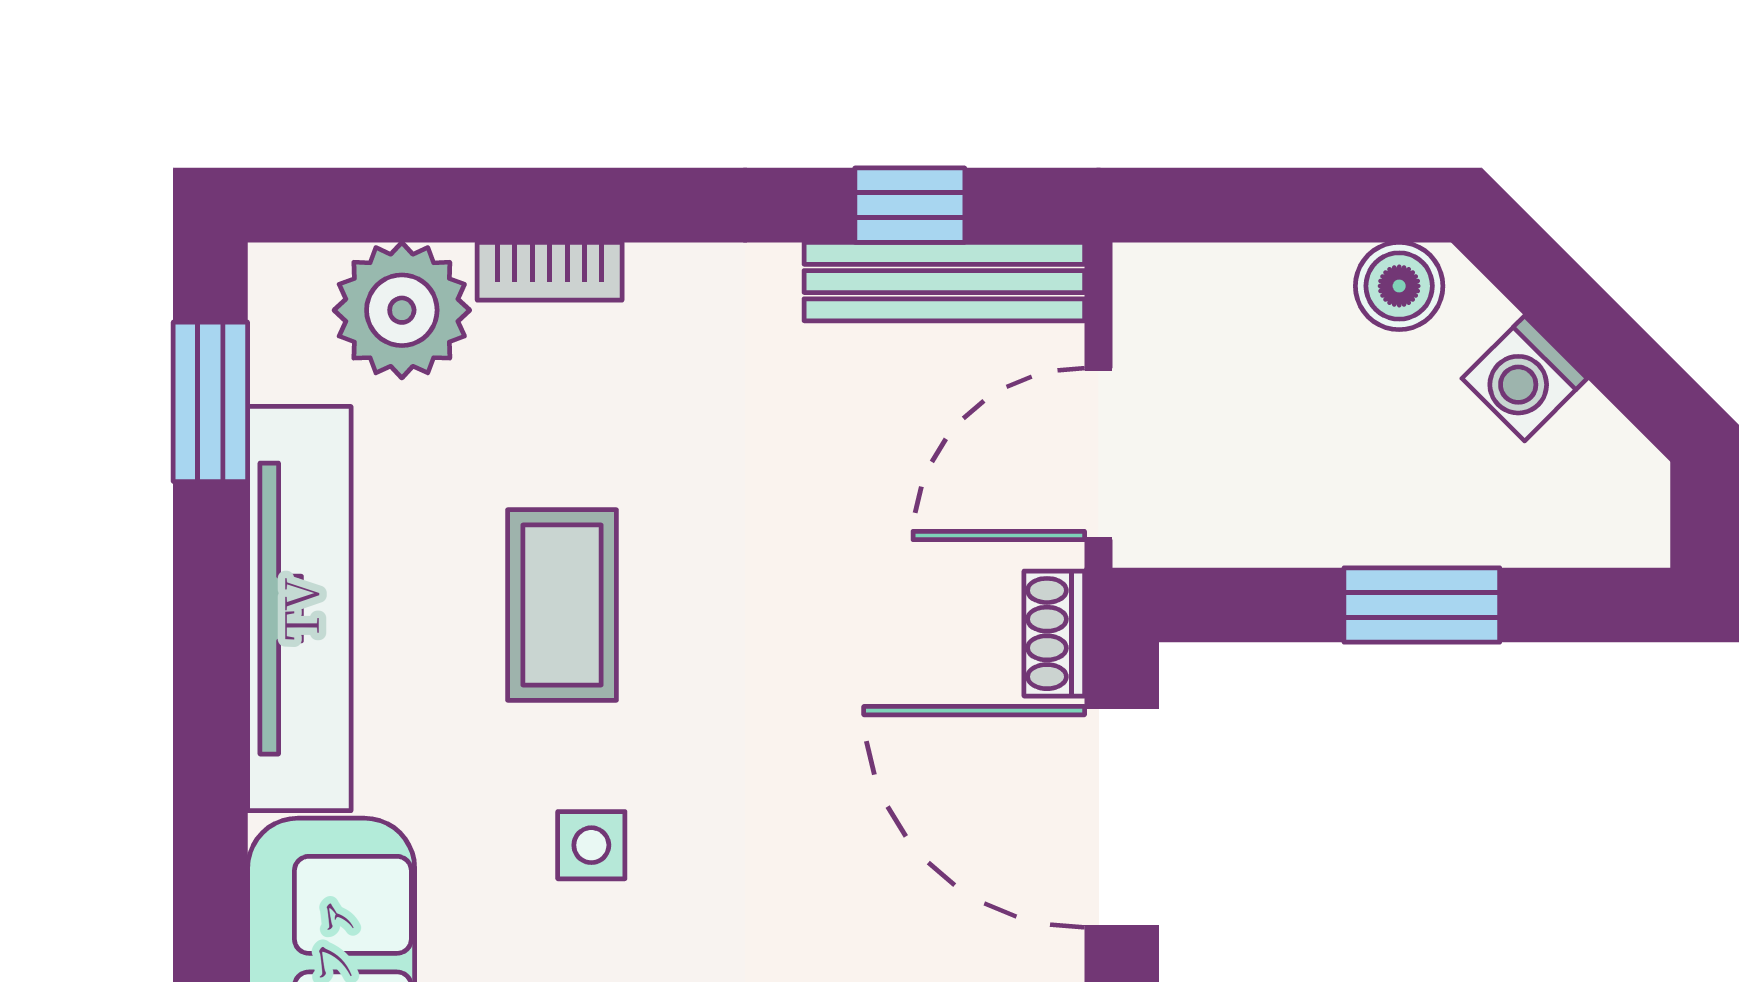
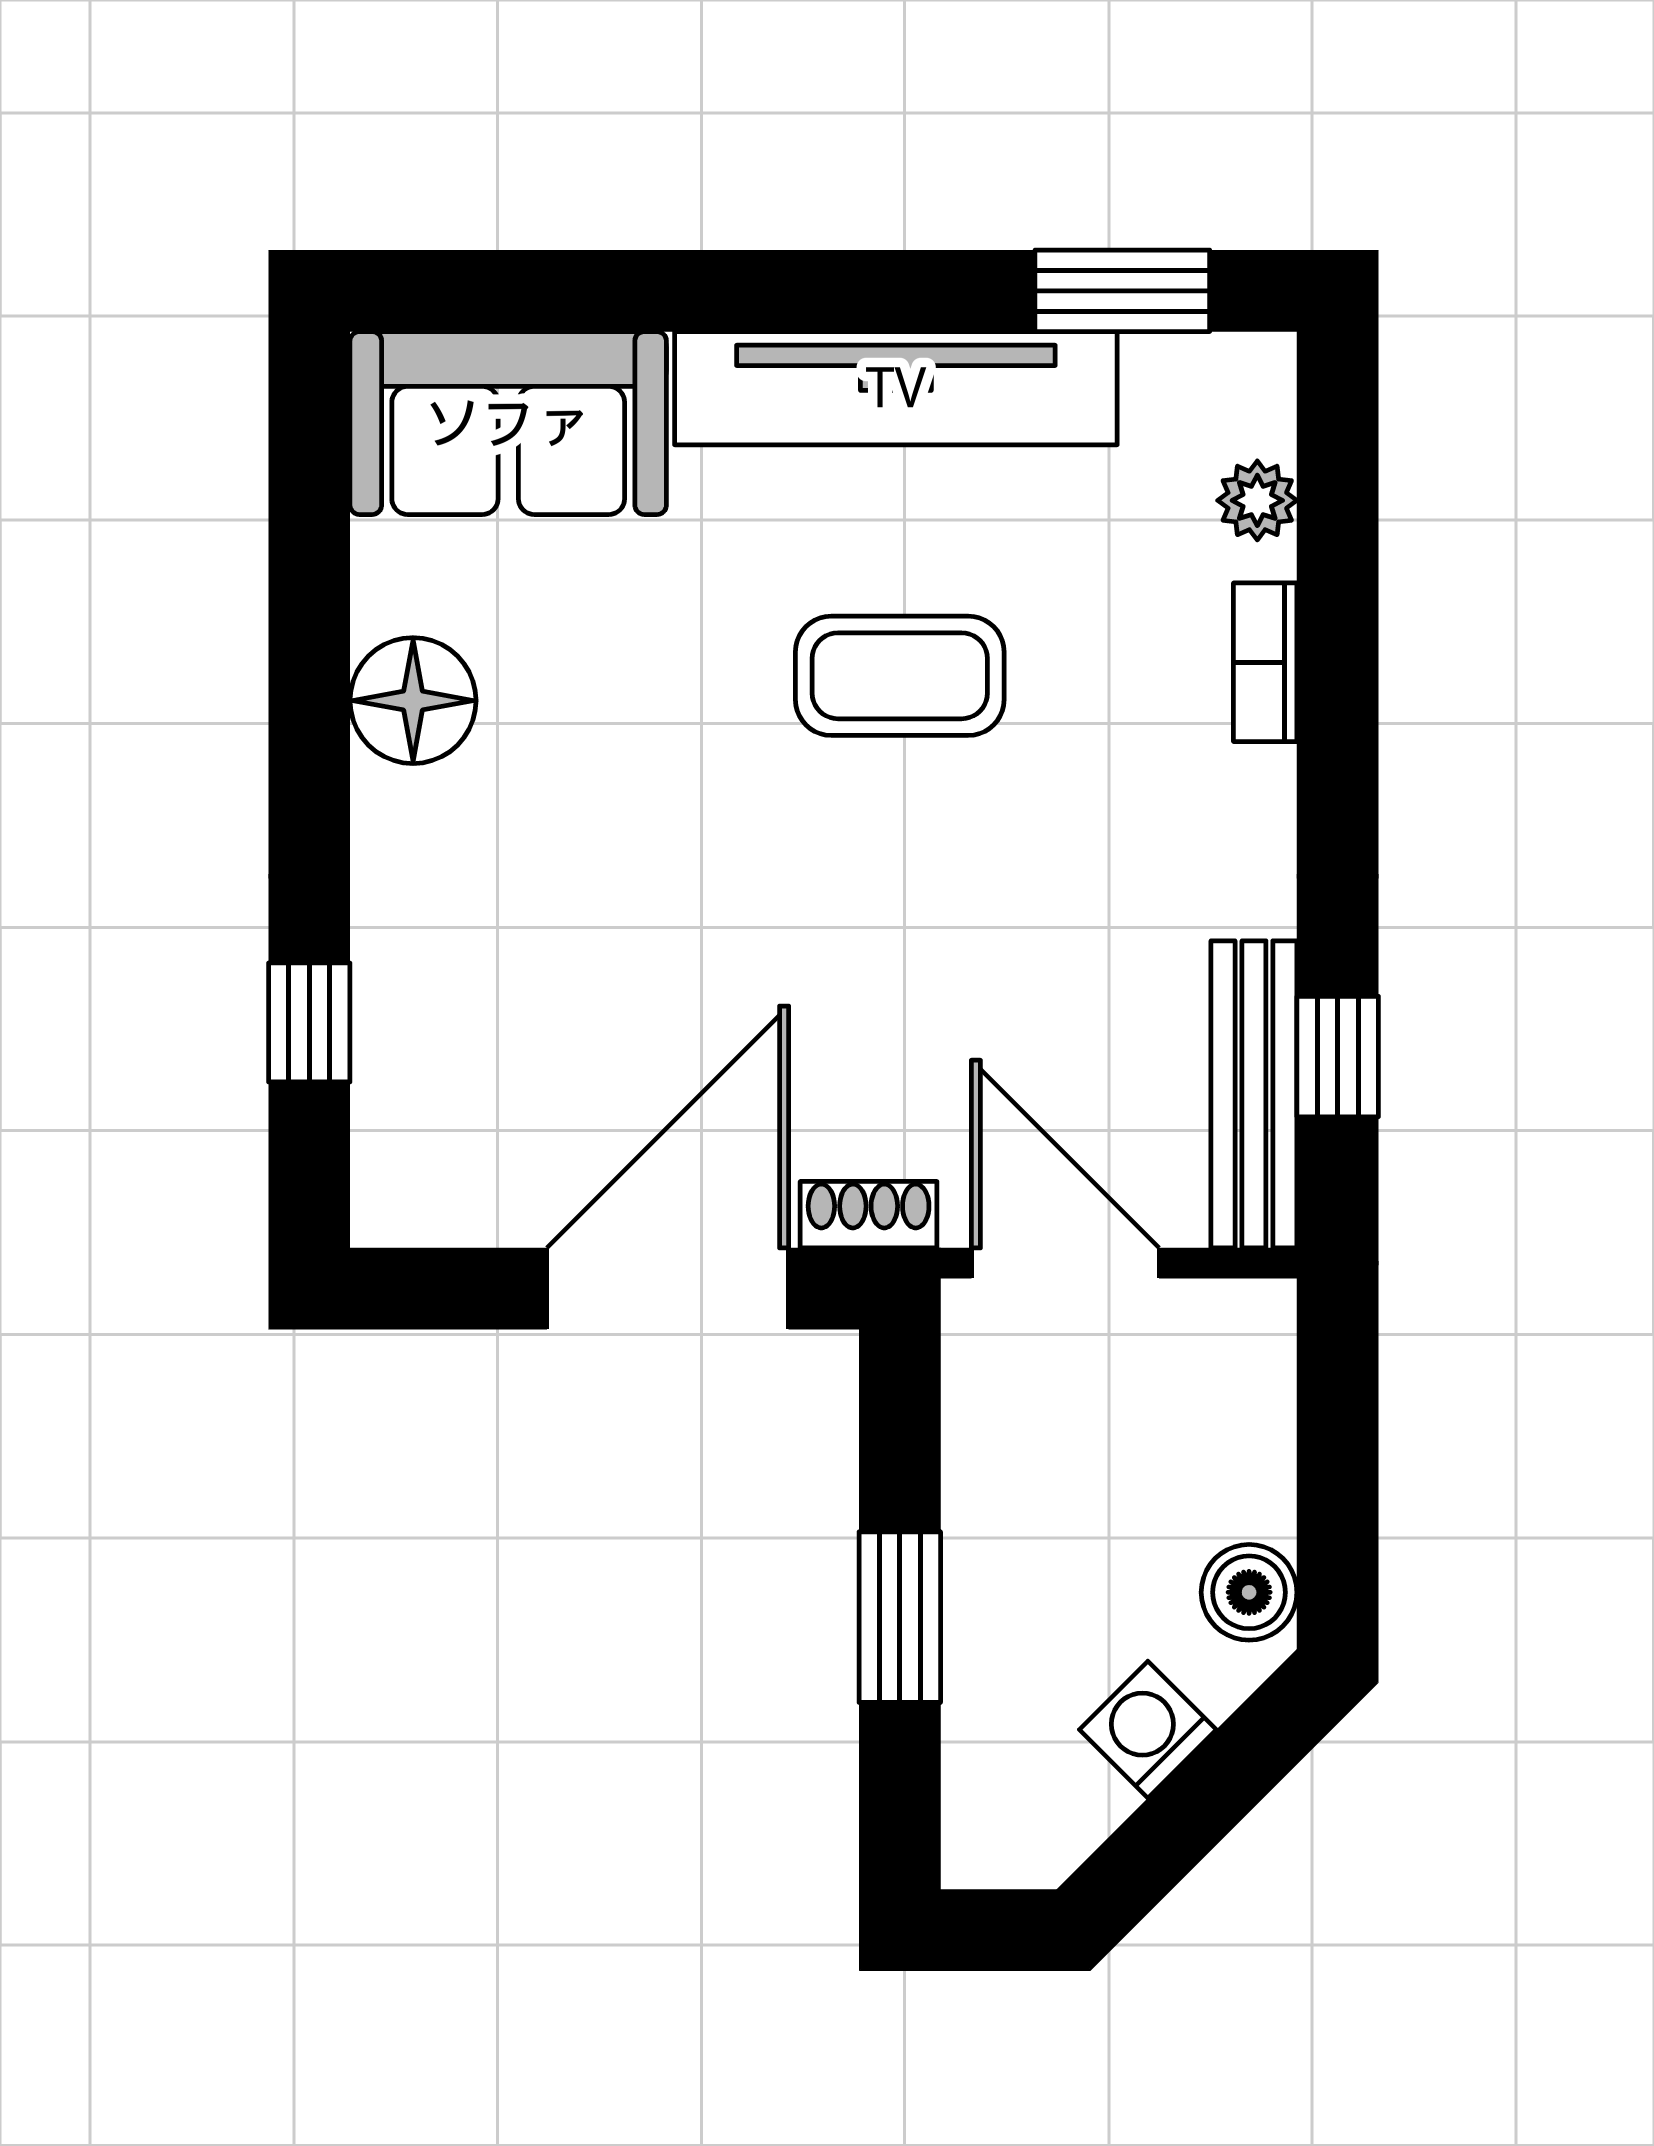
plant: (402, 310) -> (1257, 500), width x0.53, depth x0.53
side table: (591, 845) -> (637, 708), removed

